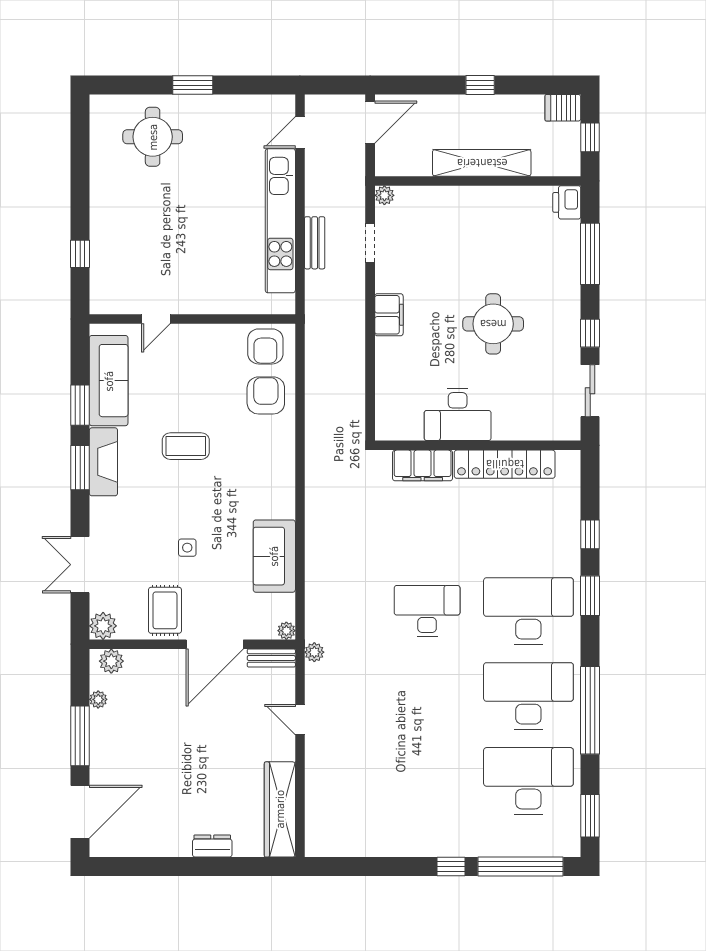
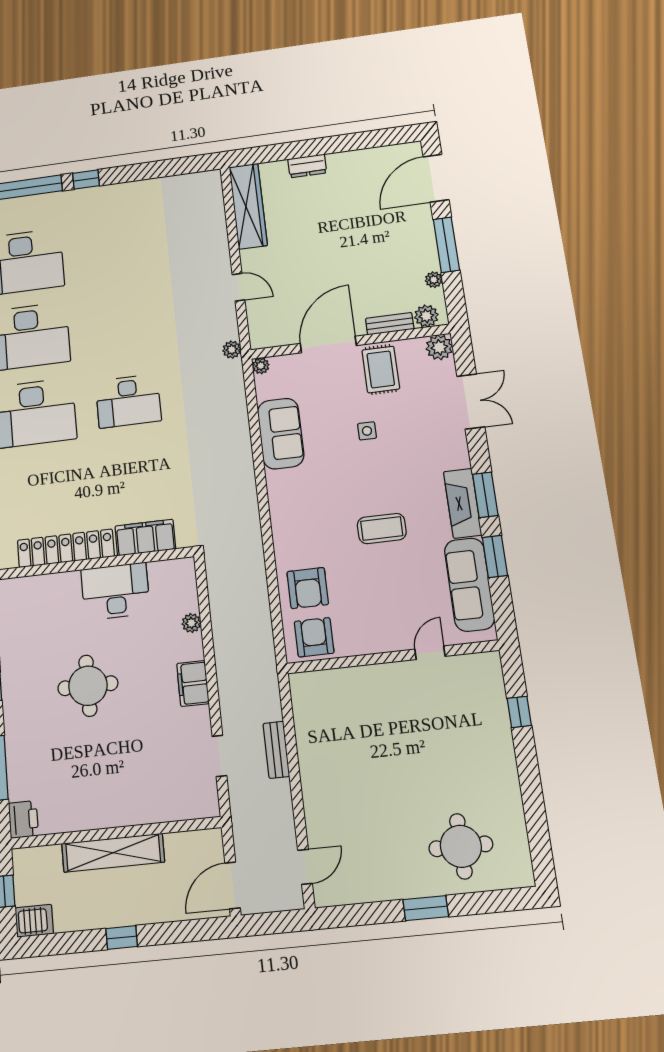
plant: (384, 195) -> (191, 623), moved
kitchen unit: (280, 221) -> (314, 769), removed
bench: (271, 658) -> (390, 324), moved

